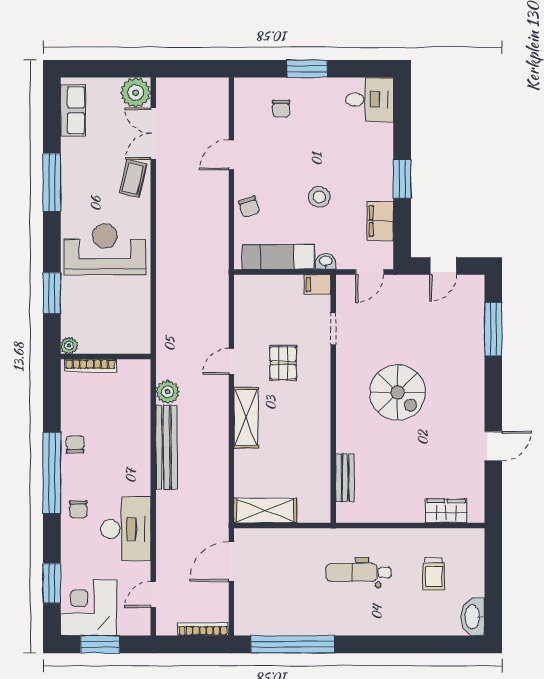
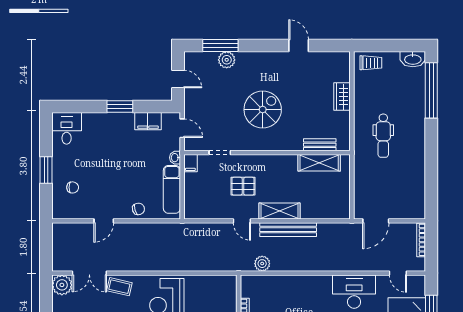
door: (231, 155) -> (104, 221), hinge flipped
stool: (319, 197) -> (132, 162), removed
plant: (472, 339) -> (227, 60), added
bench: (166, 447) -> (288, 230), moved
shelving: (265, 510) -> (319, 163), moved, turned 90
wardrobe: (446, 511) -> (342, 97), moved
door: (231, 561) -> (376, 221), hinge flipped
trolley: (434, 574) -> (371, 63), moved
window: (293, 644) -> (431, 90), moved

